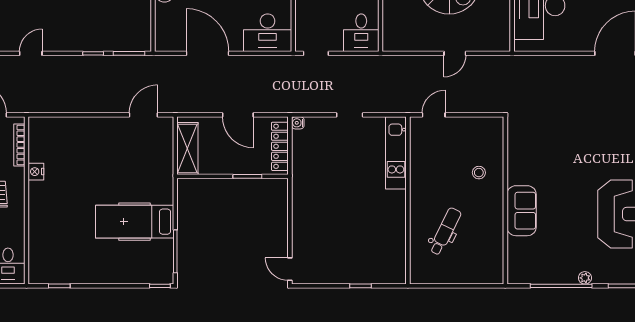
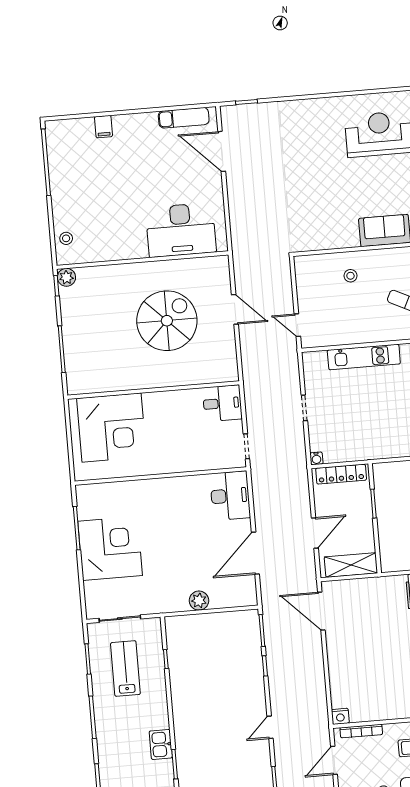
door: (31, 53) -> (270, 727), hinge flipped
door: (455, 53) -> (235, 309), width x1.37
door: (143, 115) -> (321, 611), width x1.36
door: (238, 115) -> (315, 533), moved
kitchen unit: (396, 153) -> (364, 357), moved
nightstand: (36, 172) -> (340, 716), moved

